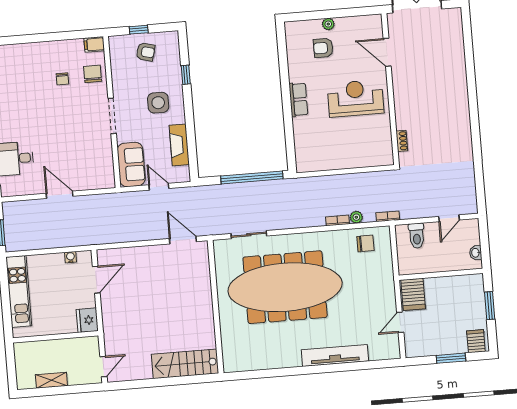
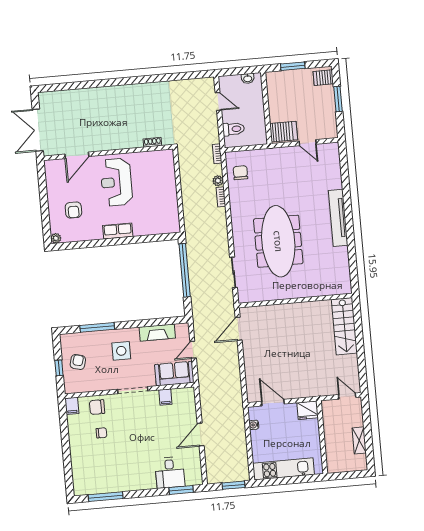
plant: (328, 24) -> (56, 238), moved
window: (186, 75) -> (97, 327), width x2.17
filing cabinet: (104, 154) -> (165, 397), added
meeting table: (285, 287) -> (278, 241), width x0.73, depth x0.79
tv unit: (335, 355) -> (338, 218), moved

